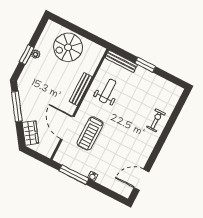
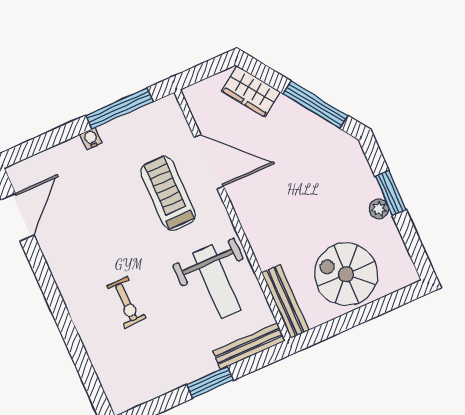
spiral stairs: (68, 47) -> (346, 274), turned -90
bench: (81, 89) -> (285, 301), moved
weight bench: (108, 91) -> (217, 282), width x1.36, depth x1.33
exercise bike: (156, 120) -> (126, 302), moved

